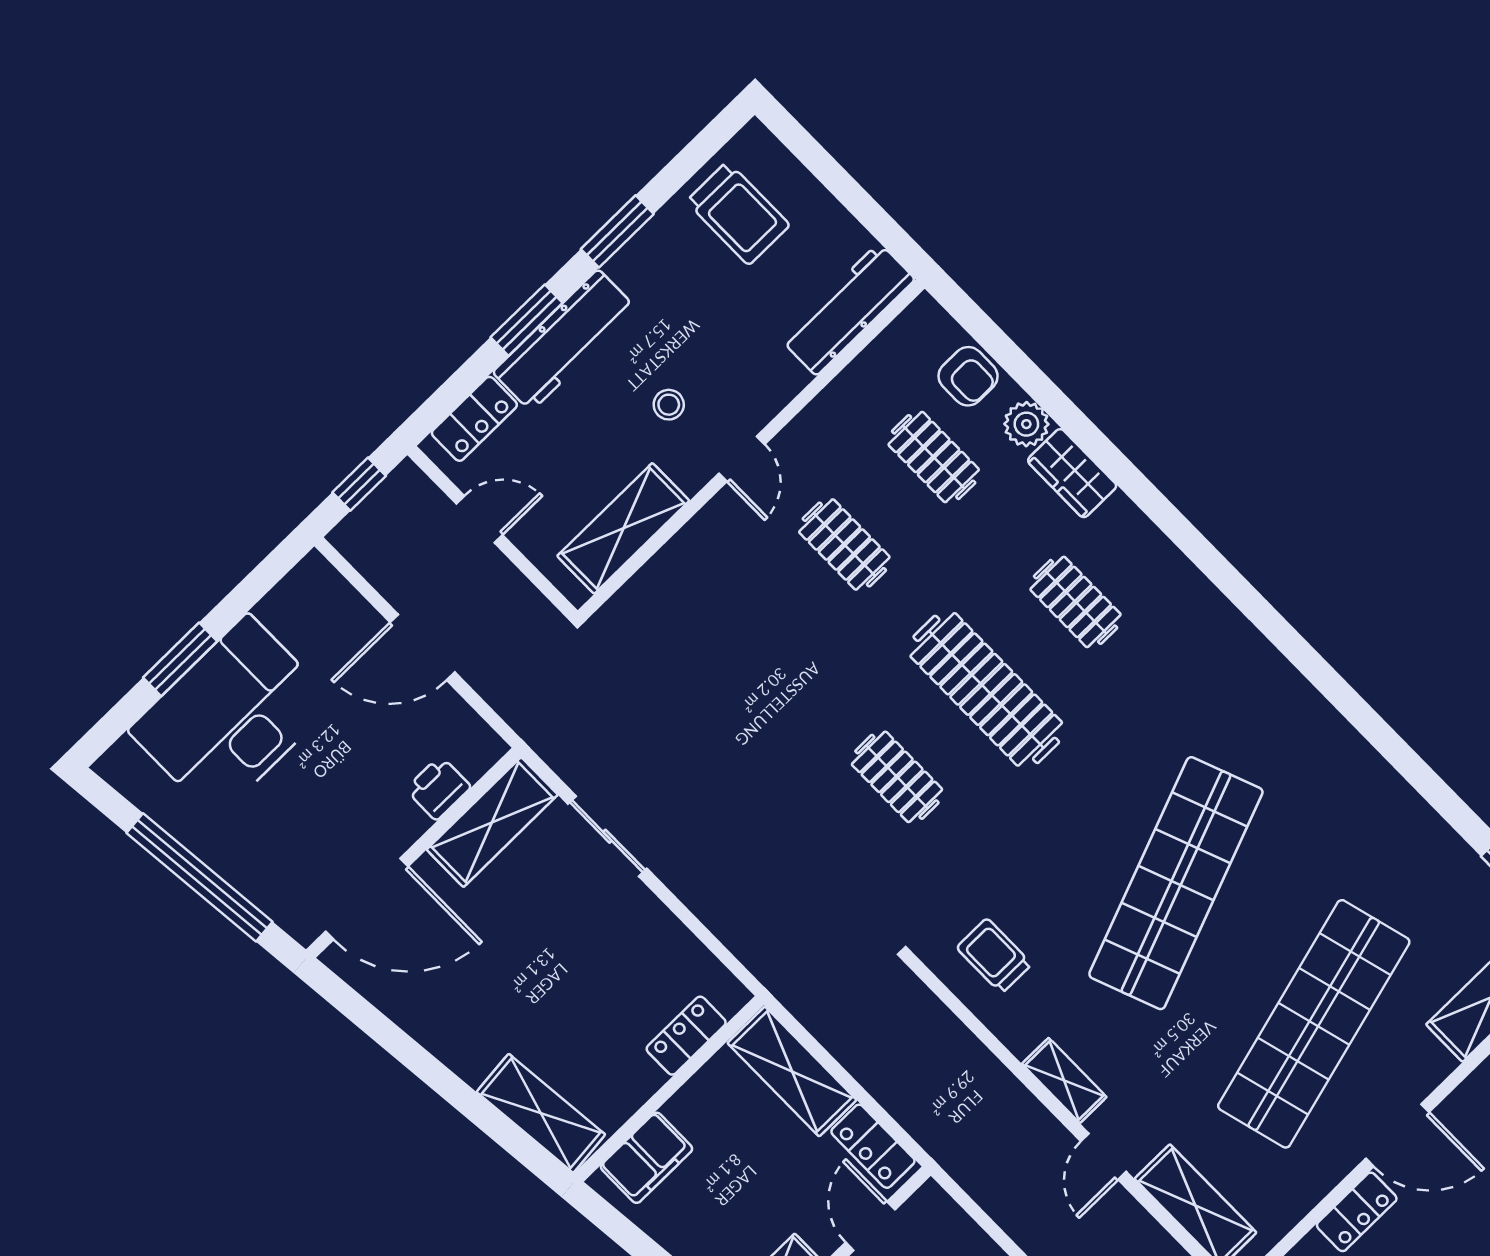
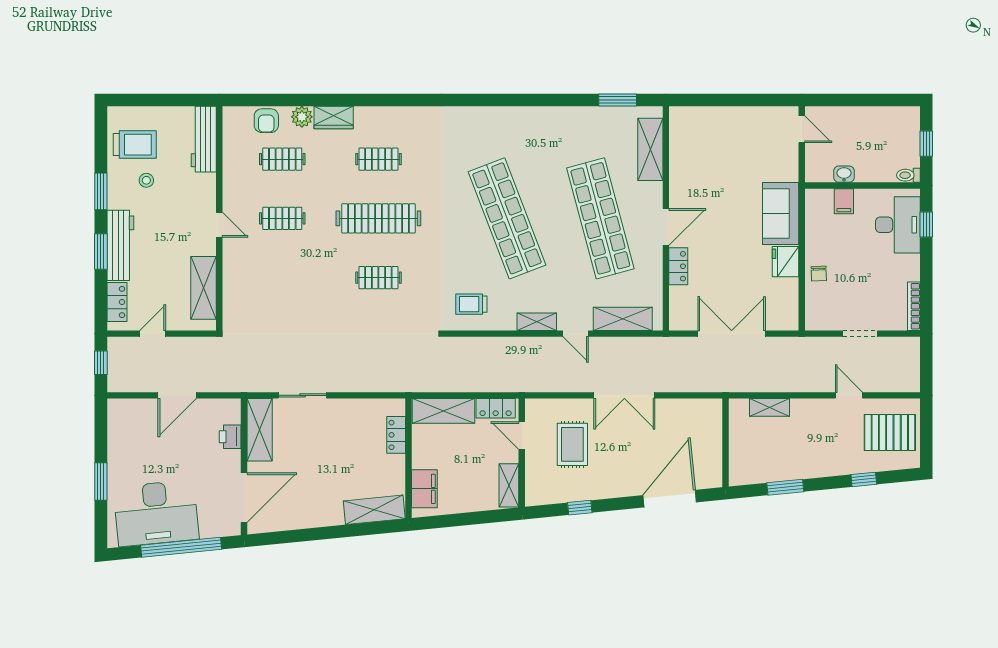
armchair: (968, 376) -> (266, 121), turned 90
stool: (669, 405) -> (146, 180), moved
desk: (232, 716) -> (156, 513), moved, turned -96

